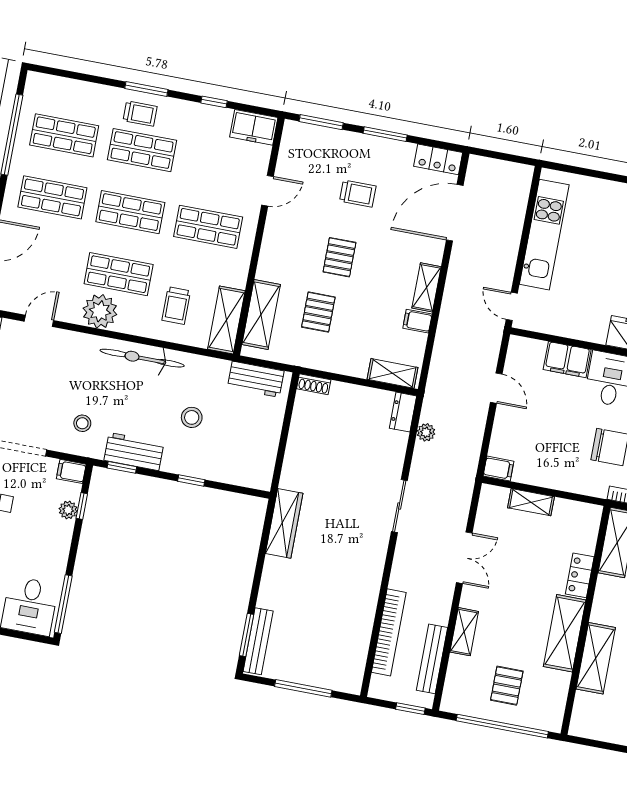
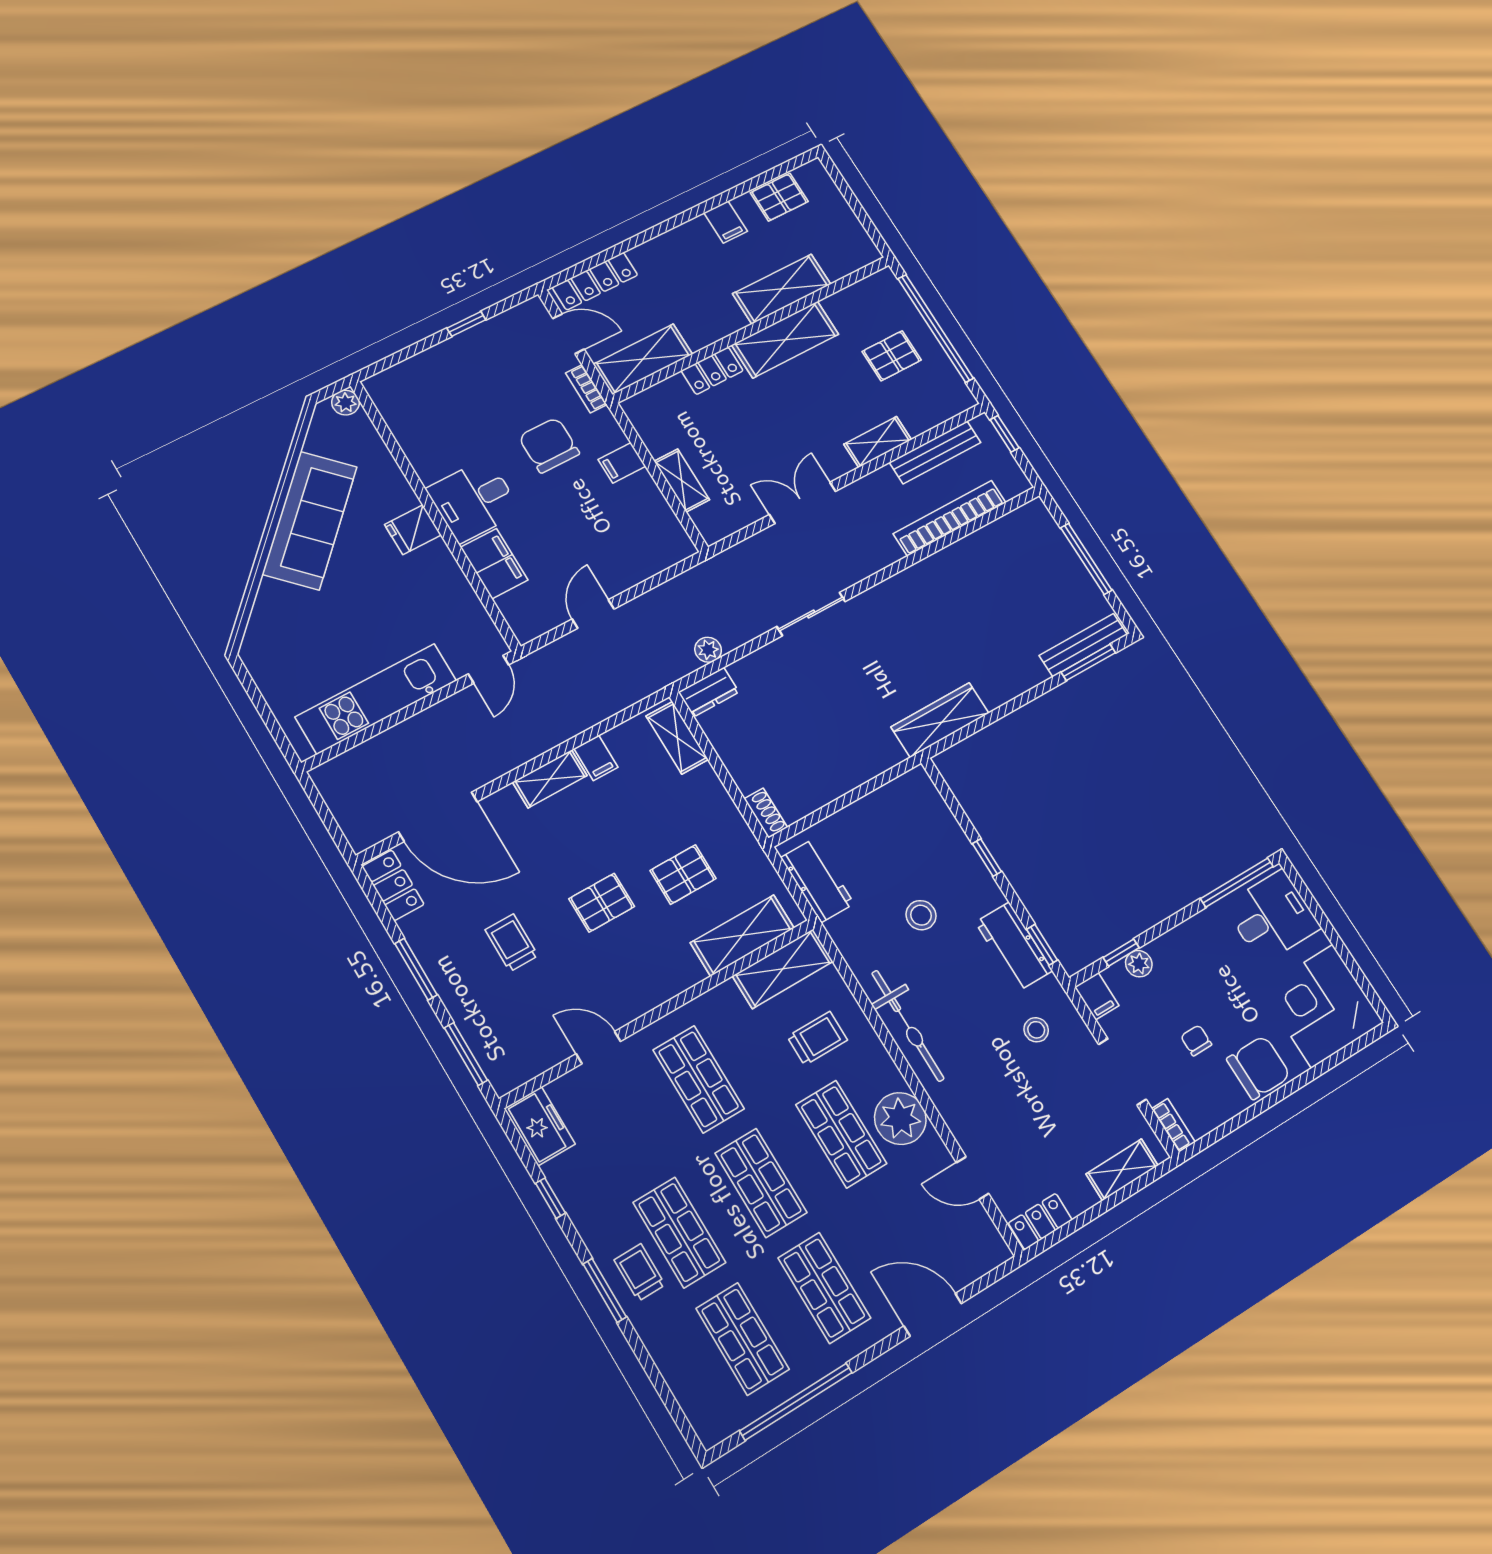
filing cabinet: (499, 469) -> (622, 463), moved, turned -90

